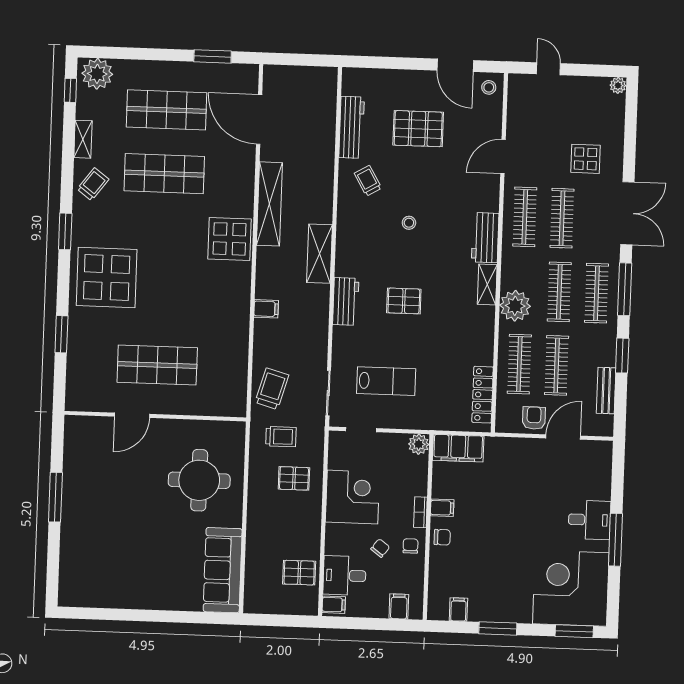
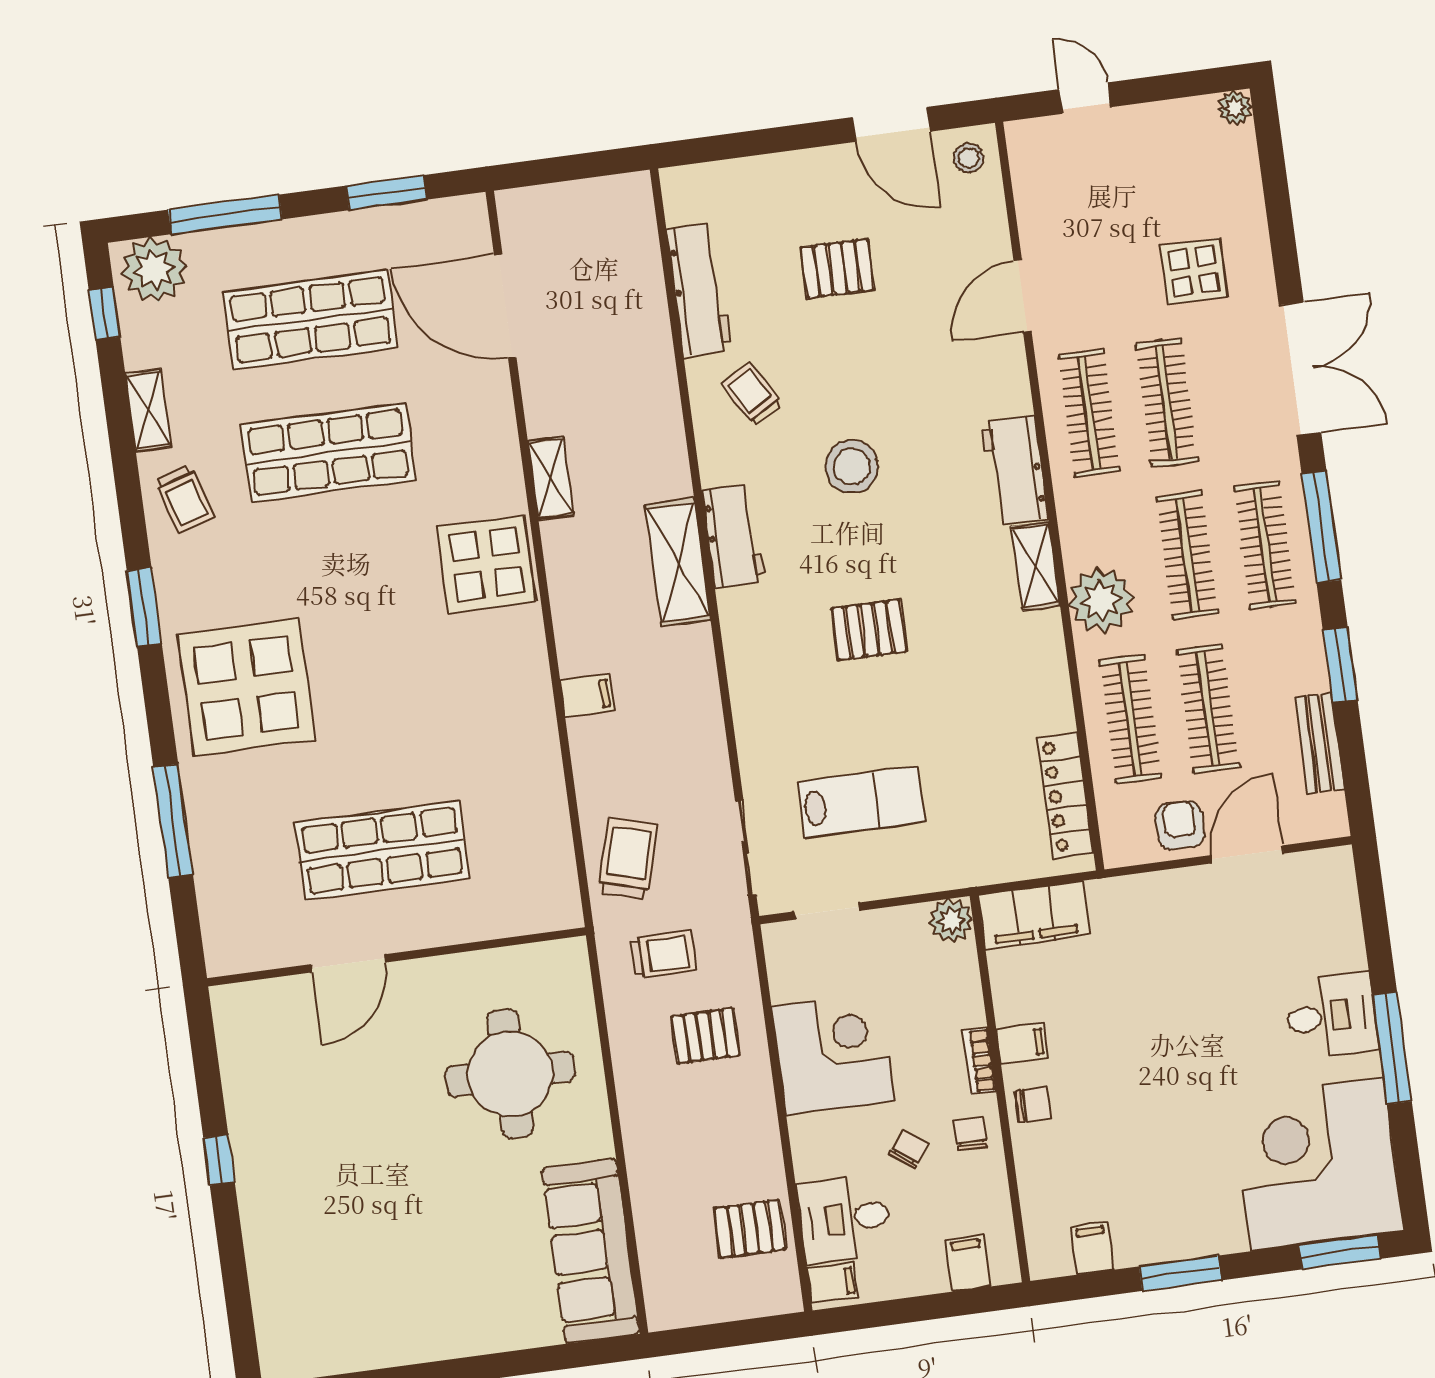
window: (135, 54) -> (225, 214), added
pallet: (418, 129) -> (837, 269), width x0.67, depth x0.71
trolley: (93, 184) -> (185, 499), turned 126
shelving: (269, 204) -> (551, 478), width x0.45, depth x0.75
stool: (409, 223) -> (852, 466), width x1.89, depth x1.89
workbench: (346, 302) -> (734, 536), moved
window: (61, 334) -> (173, 821), width x1.44
window: (55, 497) -> (219, 1160), width x0.46

